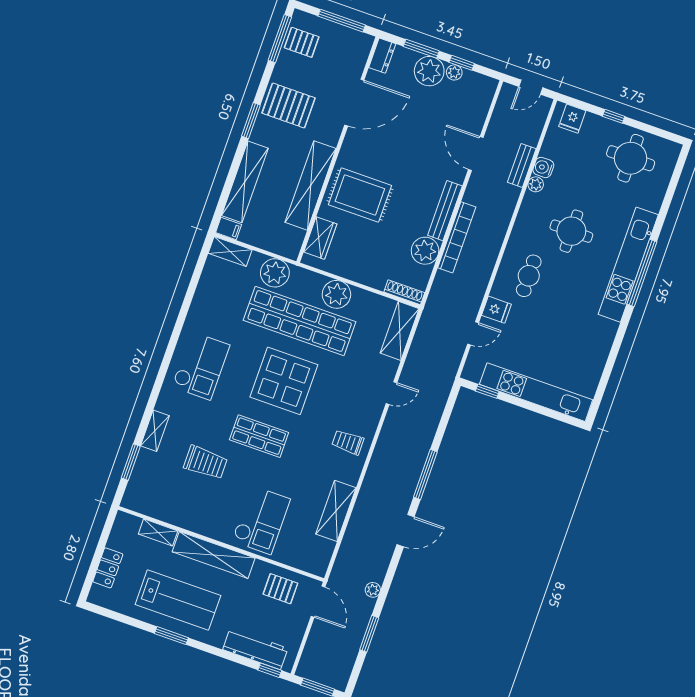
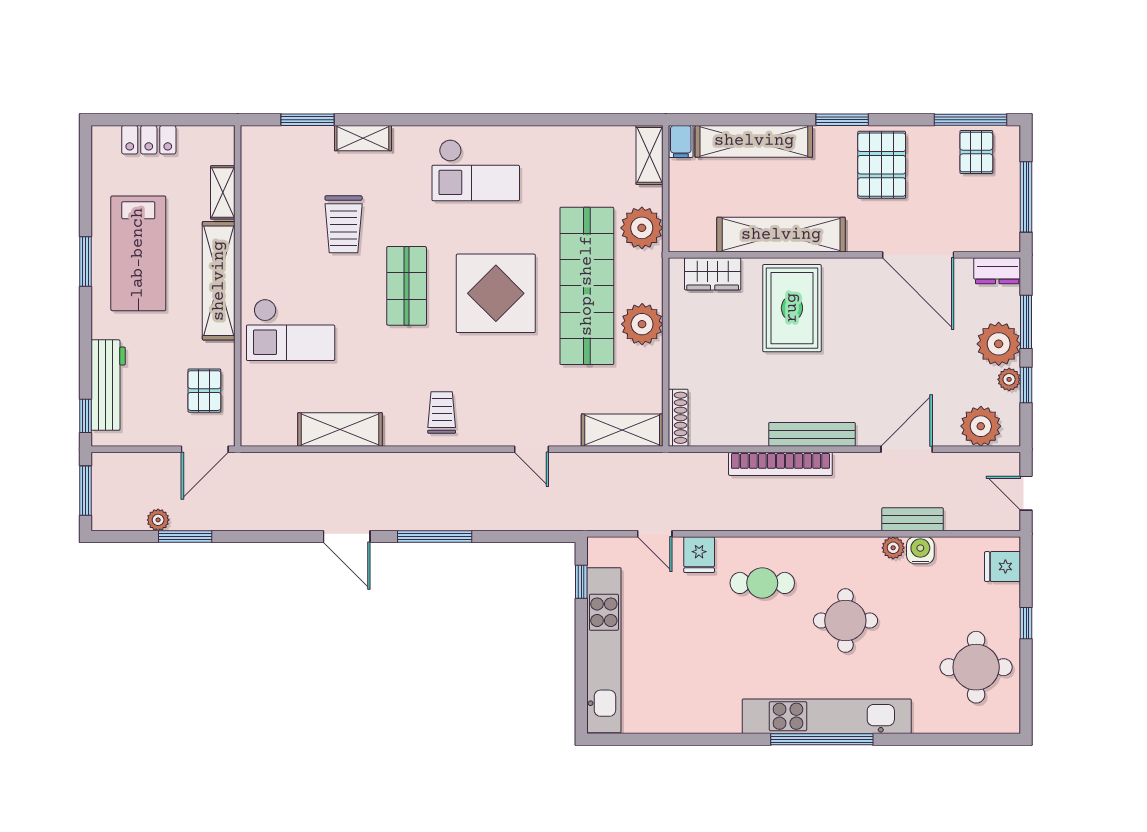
plant: (425, 251) -> (981, 426), moved
plant: (373, 590) -> (158, 520), moved

